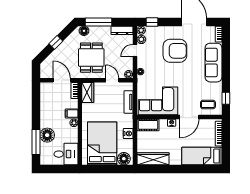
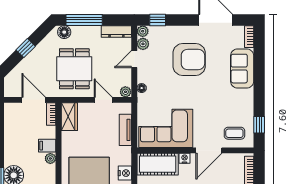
sofa: (214, 63) -> (242, 69), width x0.73
cot: (148, 125) -> (158, 164), width x1.37, depth x1.34

